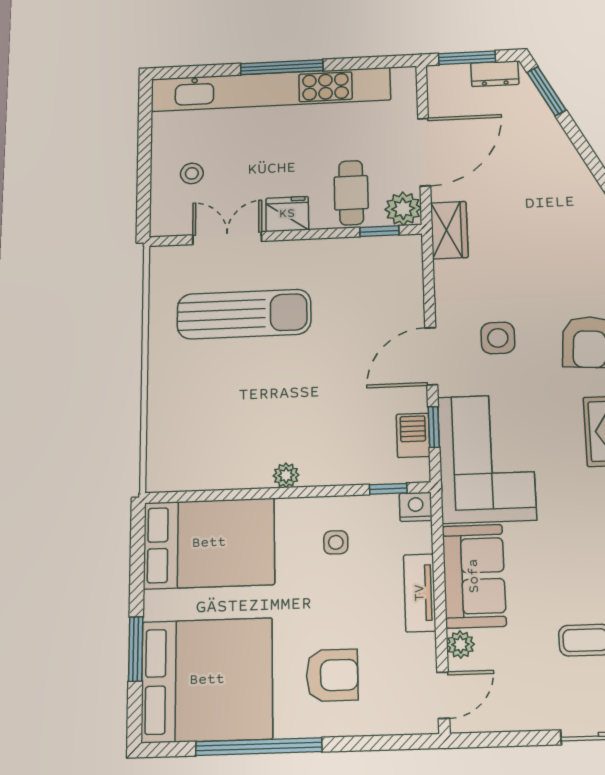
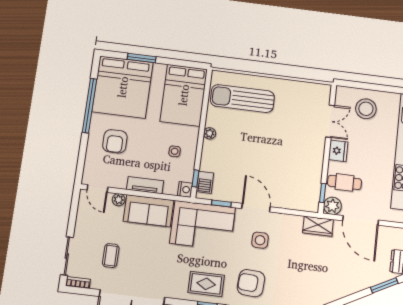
stool: (192, 173) -> (366, 109), width x1.89, depth x1.89
sun lounger: (244, 314) -> (242, 99), moved, turned 90
barbecue: (413, 435) -> (205, 182), moved, turned 90

